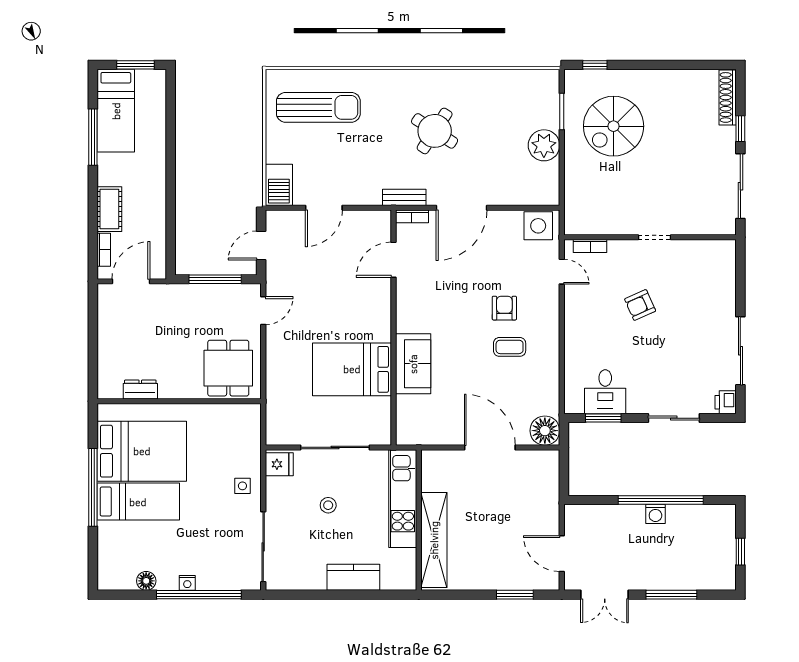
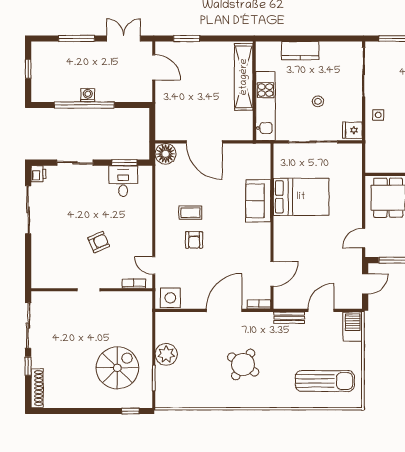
sun lounger: (318, 107) -> (325, 381), turned 180
bench: (404, 197) -> (289, 318), moved

